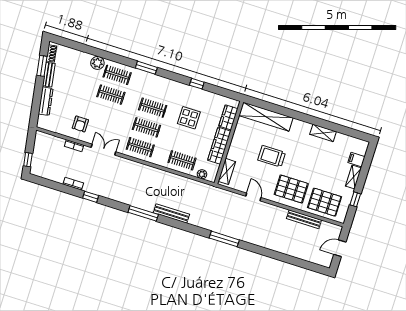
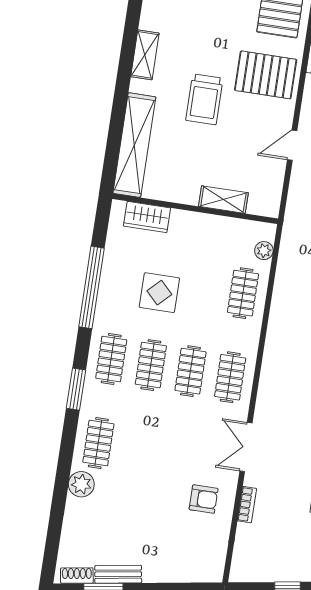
window: (197, 84) -> (92, 287), width x3.17
clothes rail: (111, 95) -> (111, 359), moved
dresser: (46, 101) -> (170, 572), removed
shelving: (323, 133) -> (145, 55), moved
wardrobe: (219, 146) -> (204, 226), removed
trolley: (272, 156) -> (204, 99), moved
shelving: (227, 171) -> (223, 200), moved
pallet: (291, 189) -> (266, 75), turned 90

